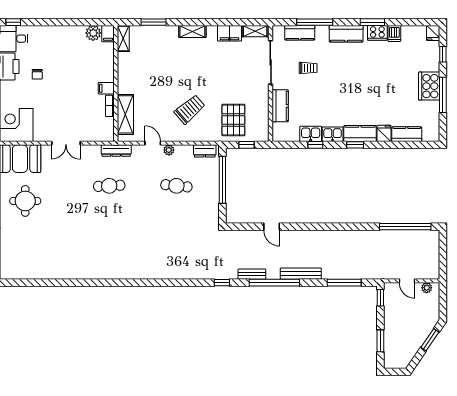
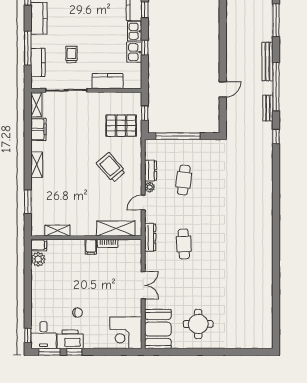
shelving: (123, 39) -> (57, 231), moved
dresser: (205, 151) -> (151, 171), moved

